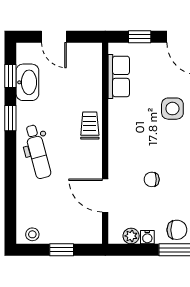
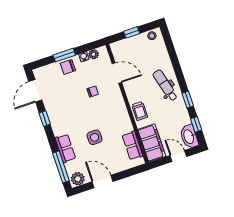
window: (140, 37) -> (128, 173), removed
filing cabinet: (88, 71) -> (152, 143), added
washbasin: (27, 82) -> (189, 137), moved

